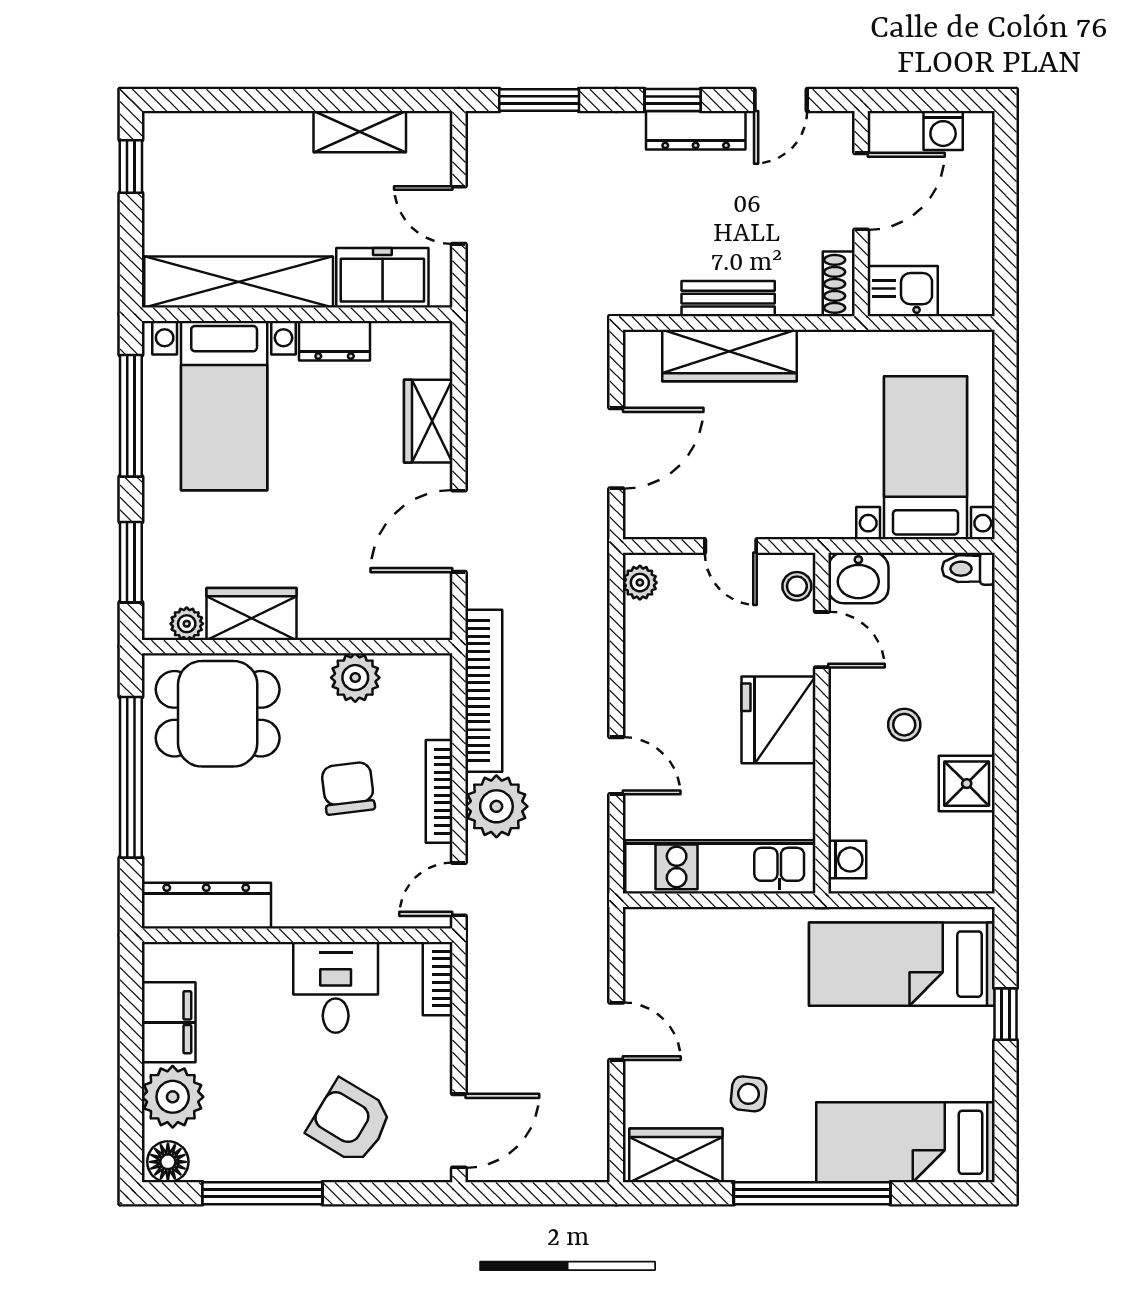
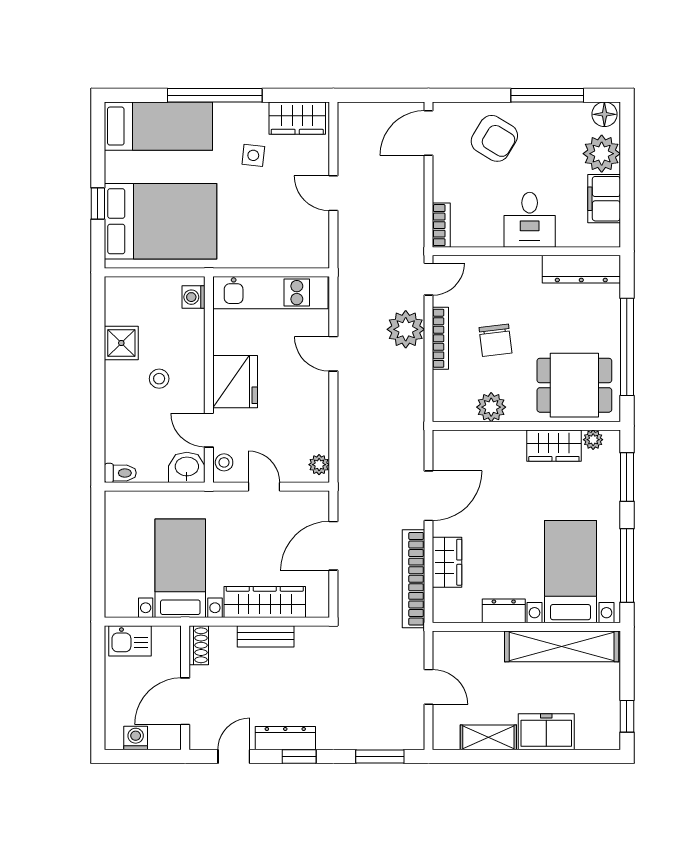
freezer: (382, 278) -> (546, 732), moved, turned 180
kitchen sink: (903, 291) -> (130, 641), moved
bed with nightstands: (926, 458) -> (180, 568), moved, turned 180
bookcase: (484, 691) -> (413, 579), moved
bed: (902, 964) -> (161, 221), width x1.50
desk: (336, 987) -> (530, 220), moved

